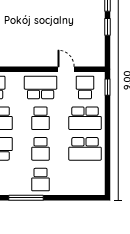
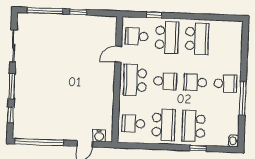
window: (108, 87) -> (154, 15), moved
school desk: (41, 149) -> (195, 82), turned 180

